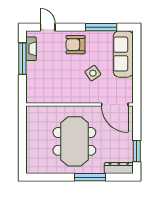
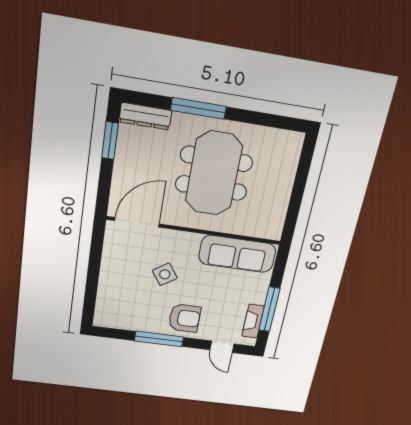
window: (101, 27) -> (159, 339), moved
sofa: (123, 54) -> (237, 254), moved, turned 90
door: (115, 105) -> (137, 222), hinge flipped

